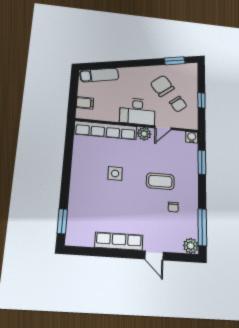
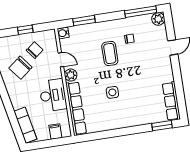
desk: (137, 111) -> (53, 95), moved
row of seats: (119, 241) -> (171, 101), moved

